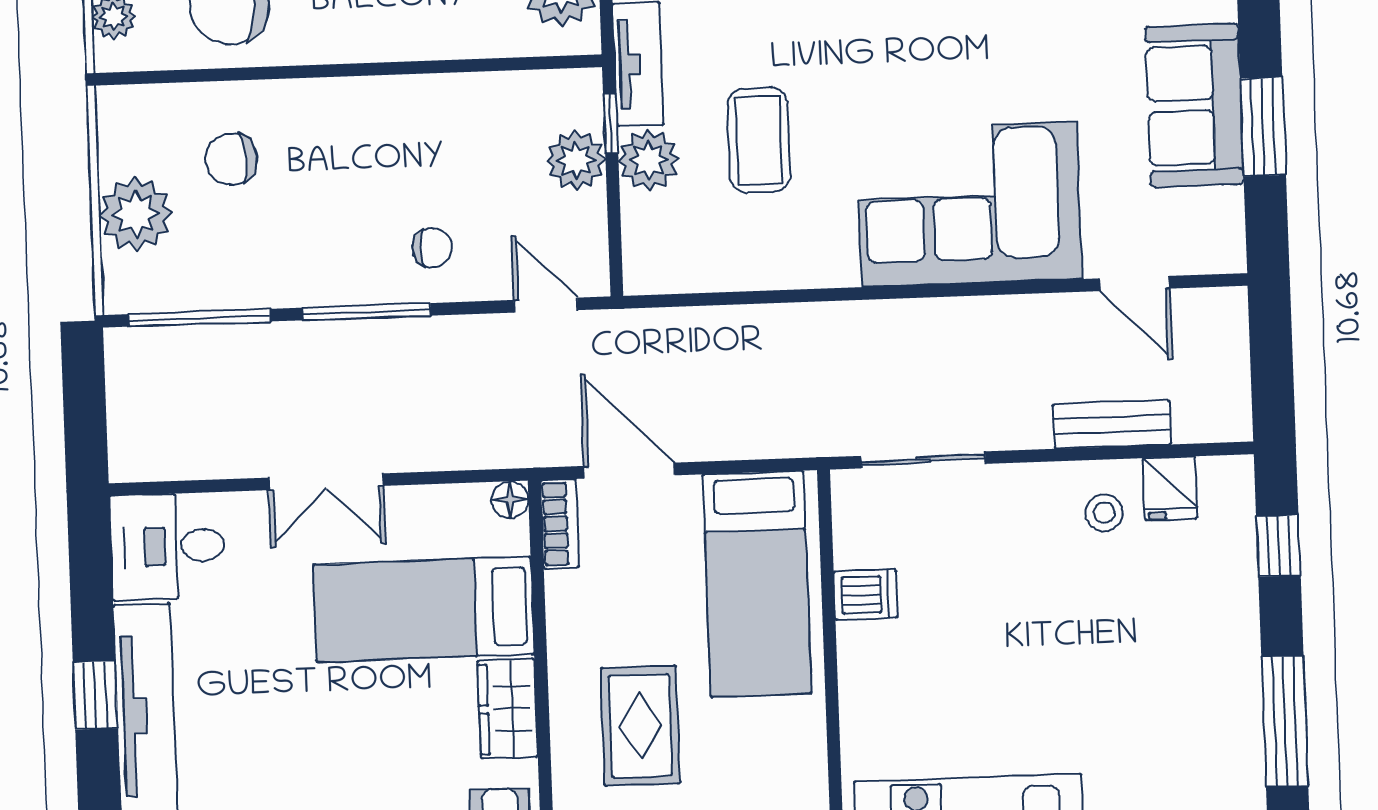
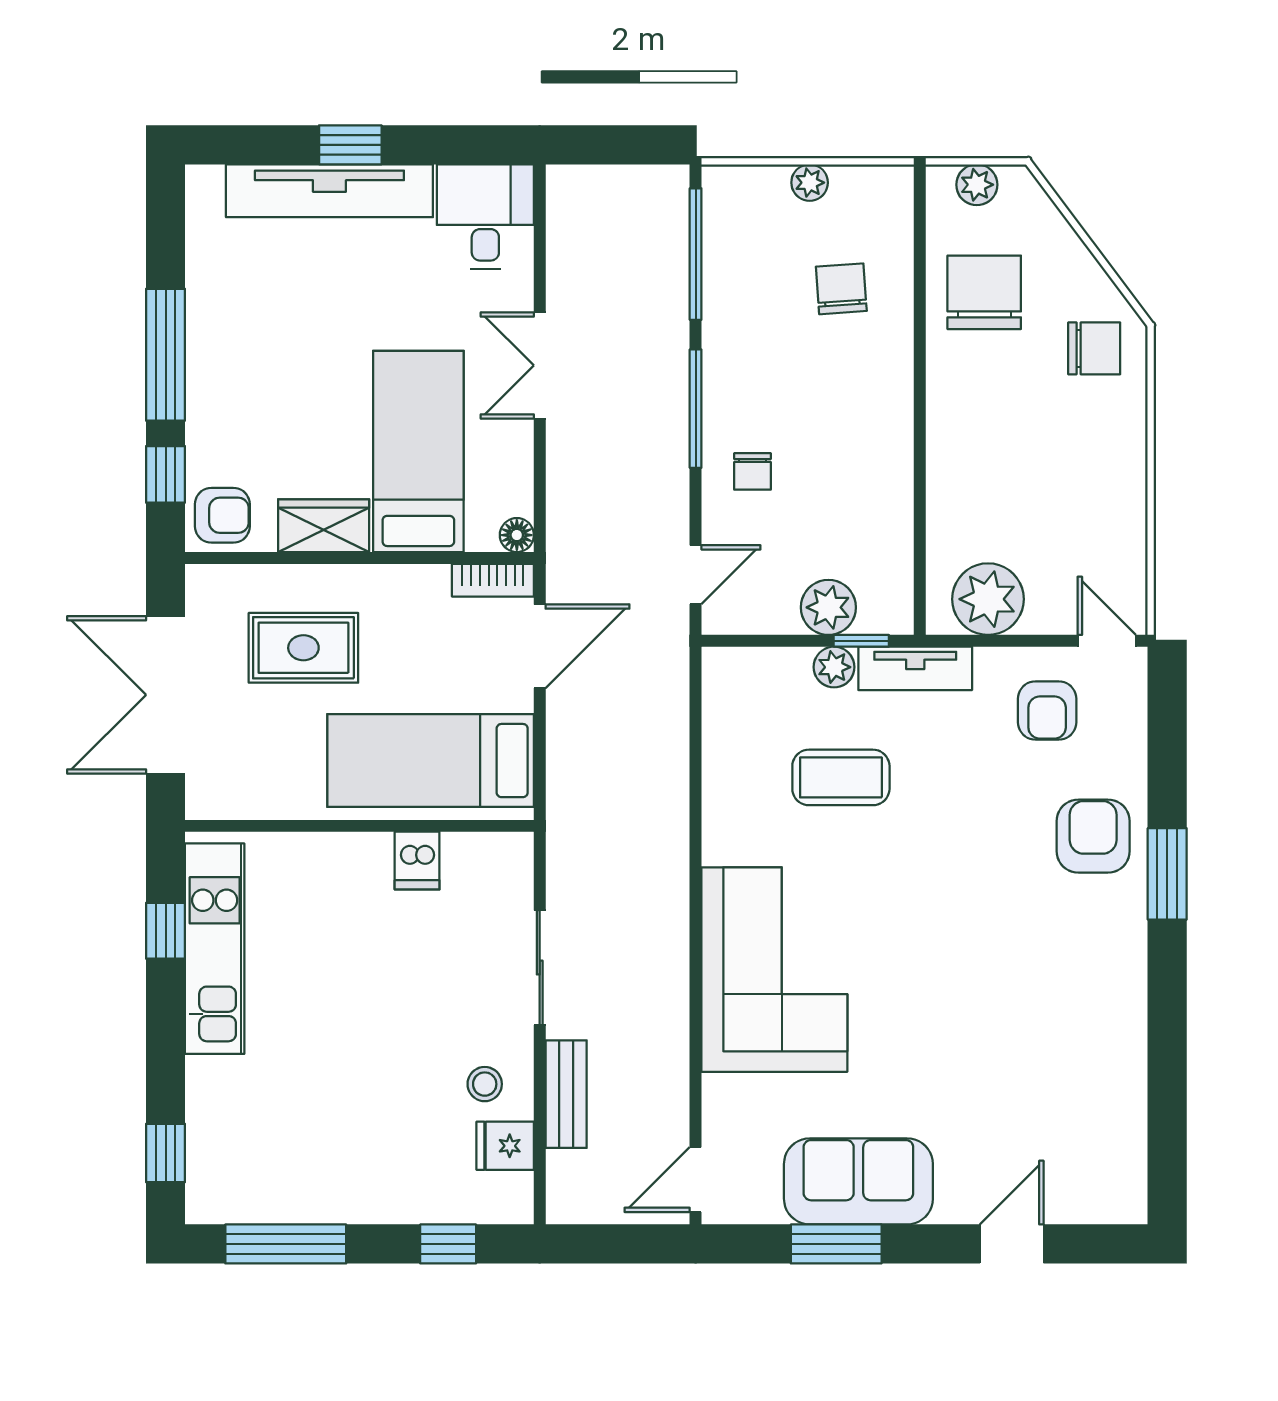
plant: (649, 160) -> (834, 667), width x0.73, depth x0.73
plant: (136, 214) -> (810, 183), width x0.53, depth x0.53
door: (1135, 283) -> (696, 1180), moved
sliding door: (923, 460) -> (540, 968), moved

